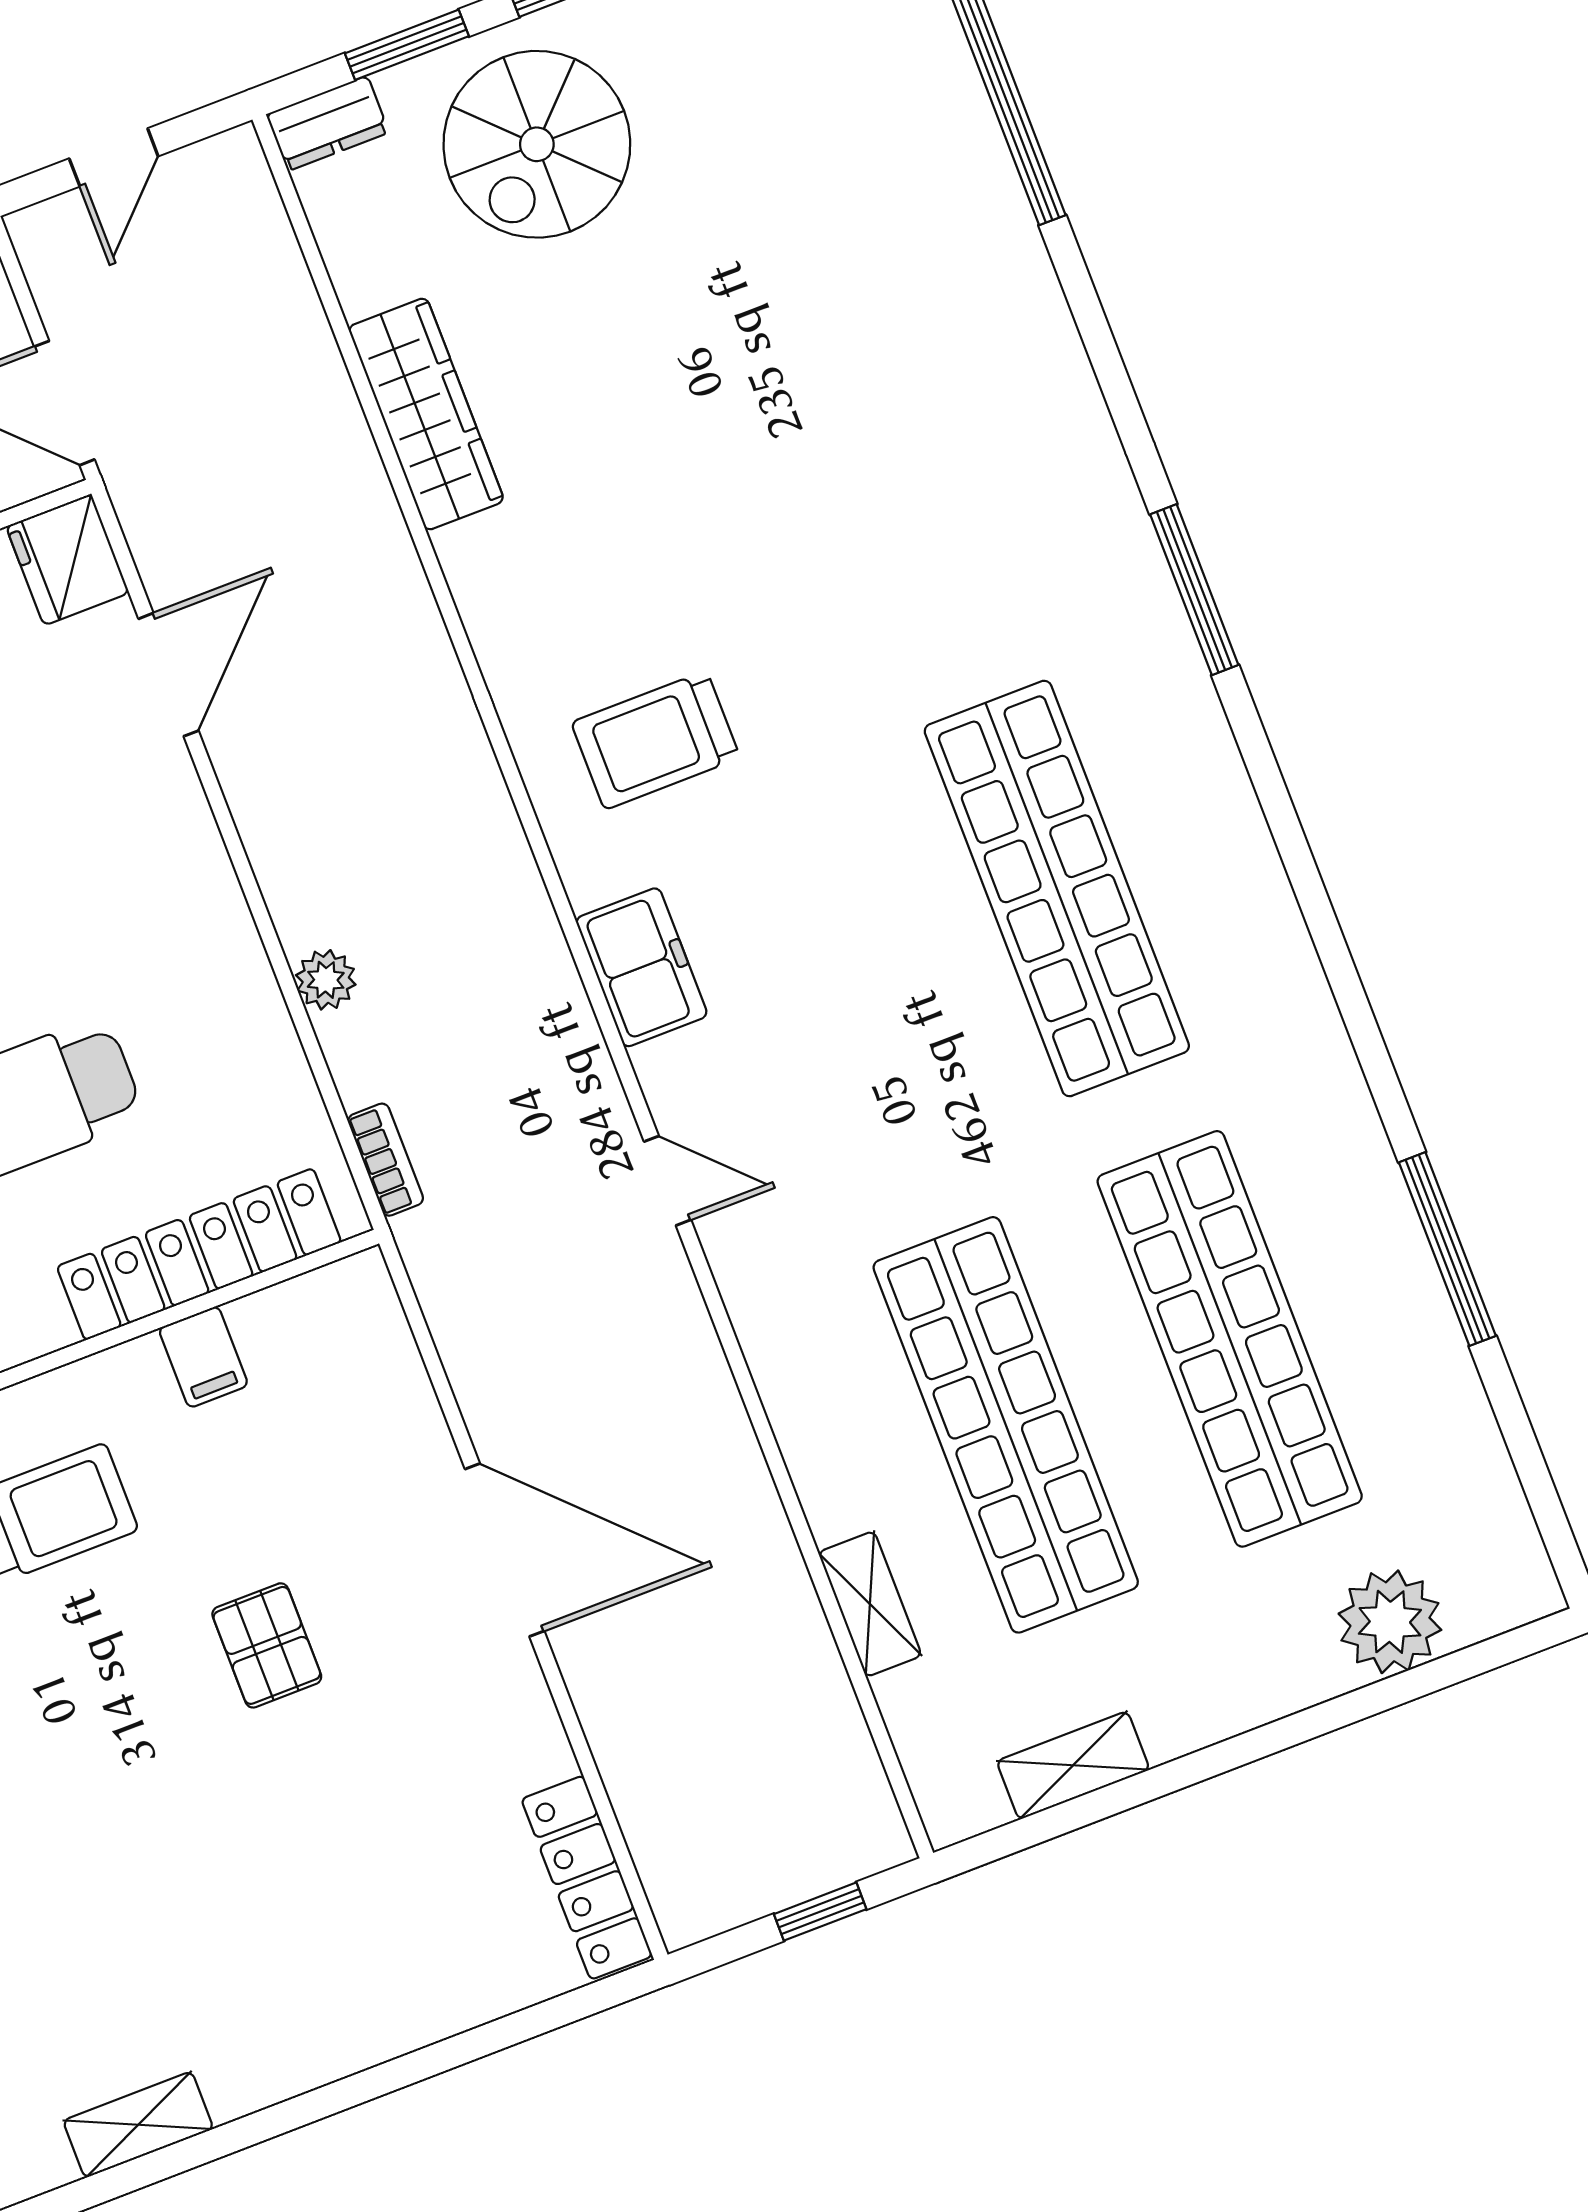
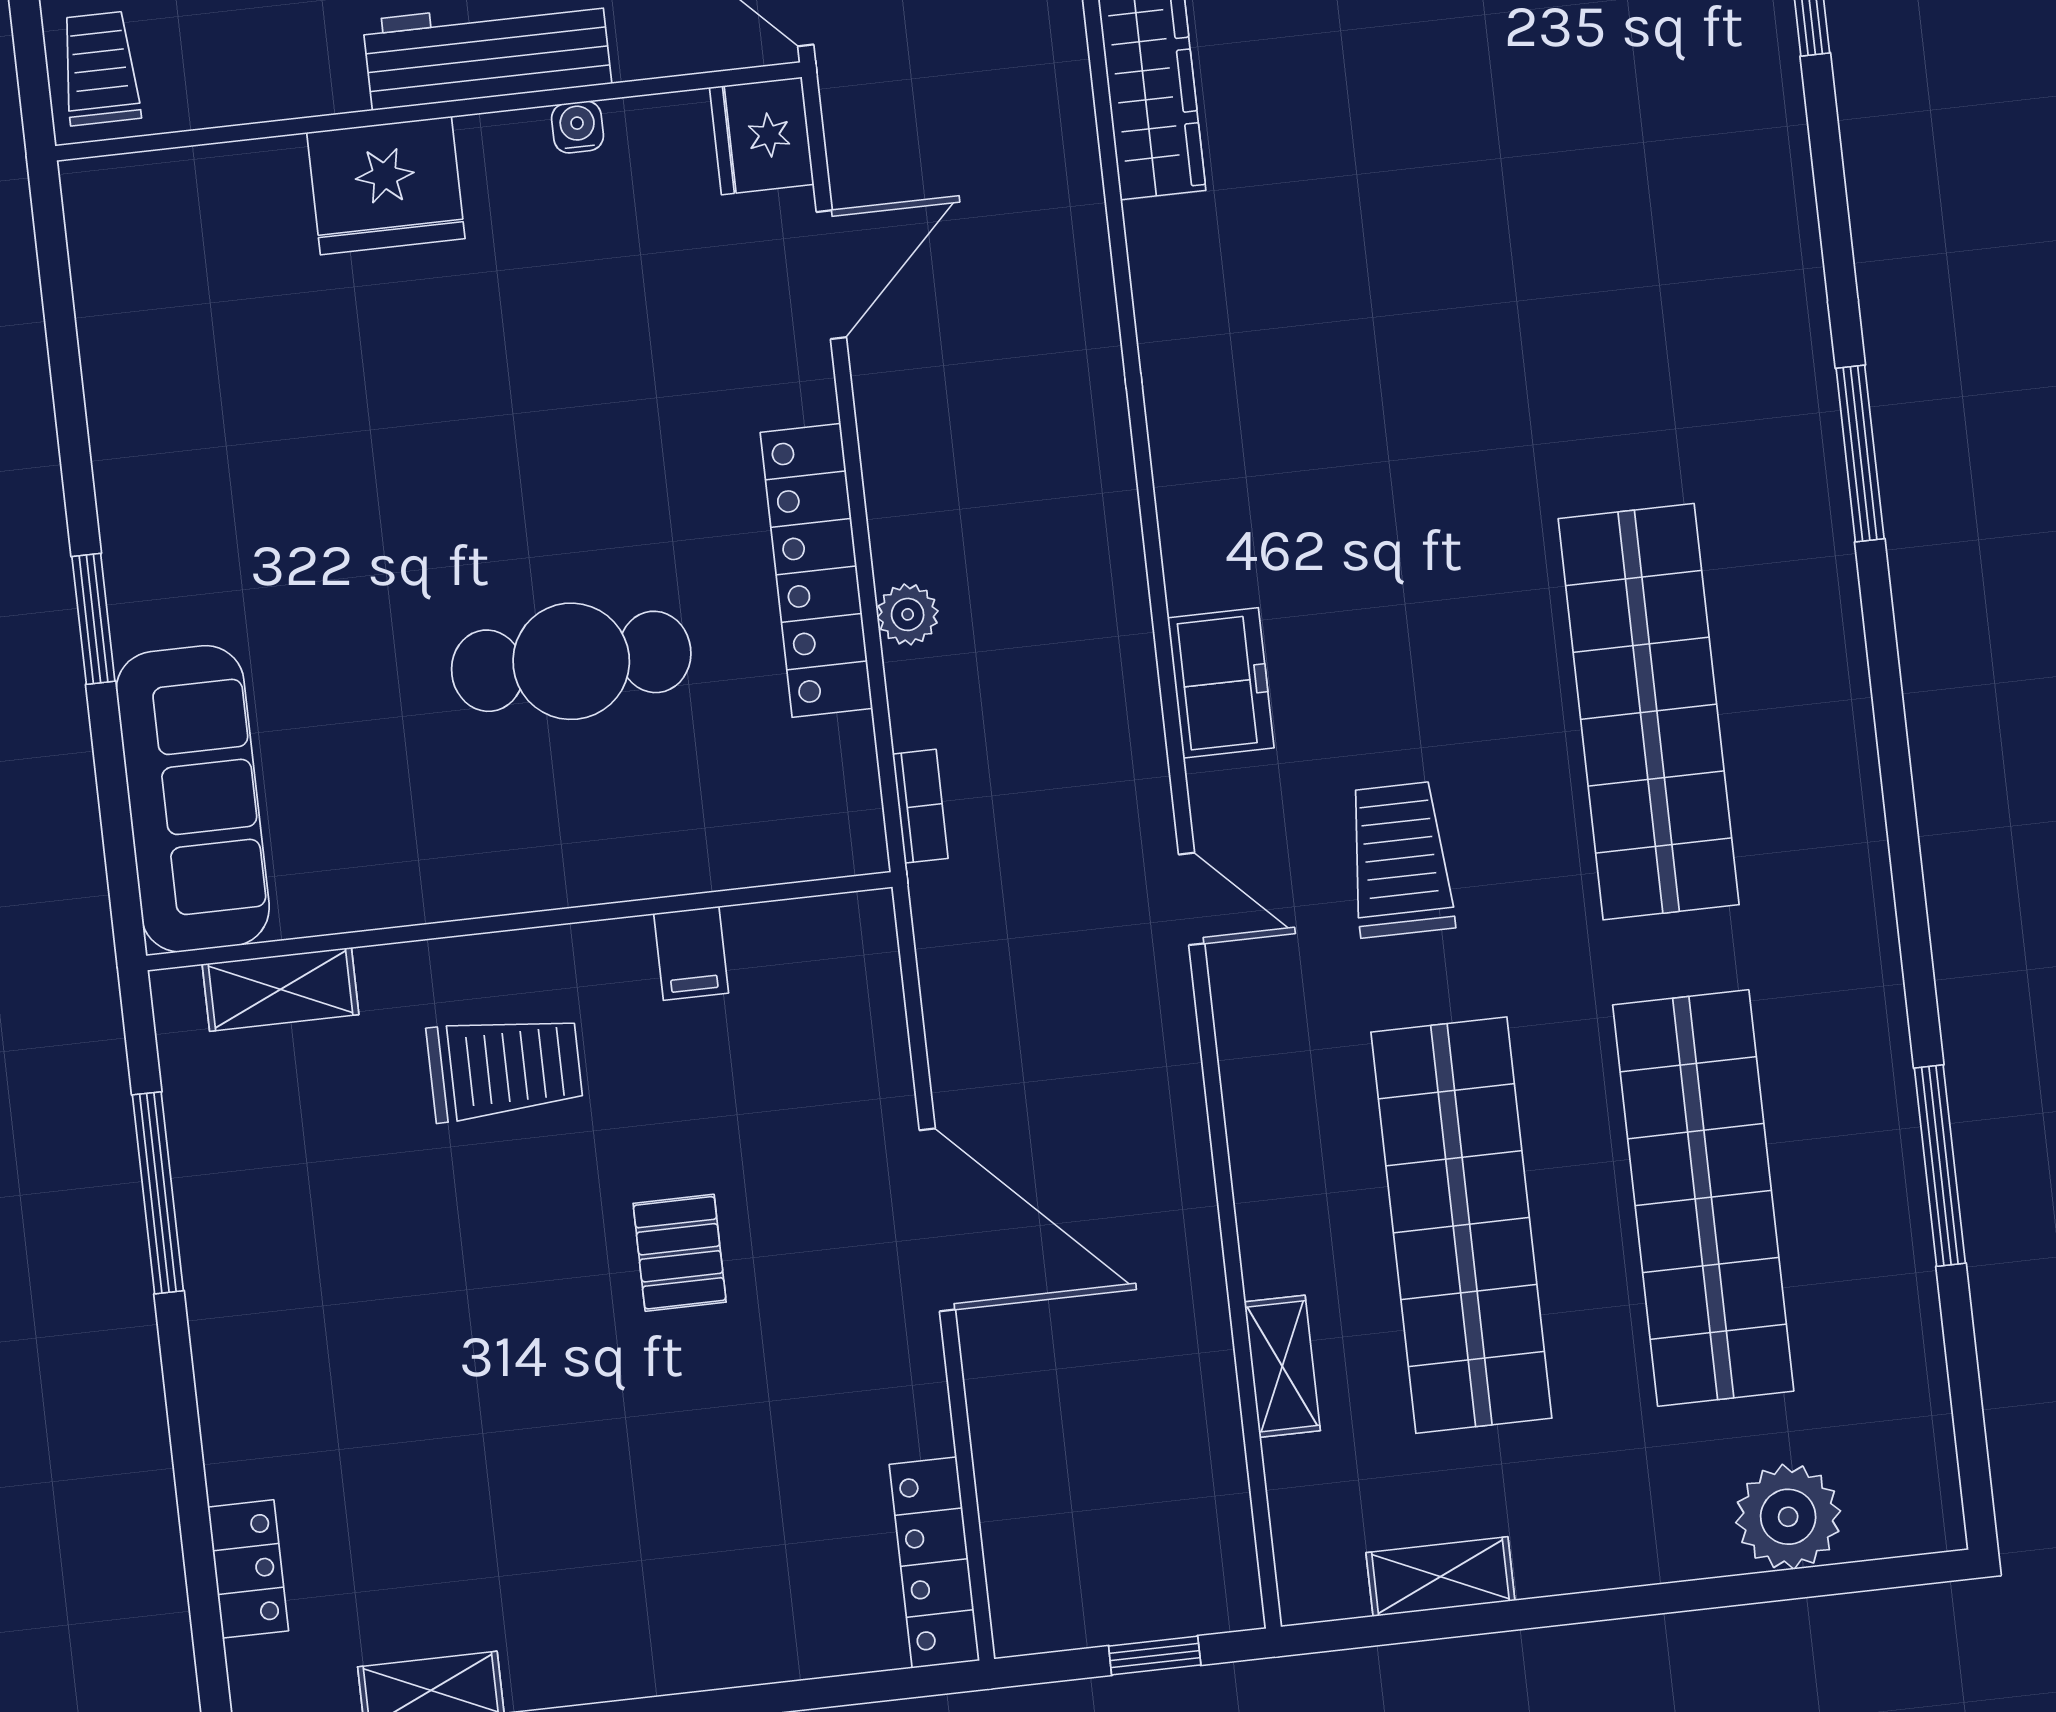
trolley: (656, 740) -> (1400, 860), moved, turned 90
locker: (199, 1254) -> (816, 570), moved, turned -90

